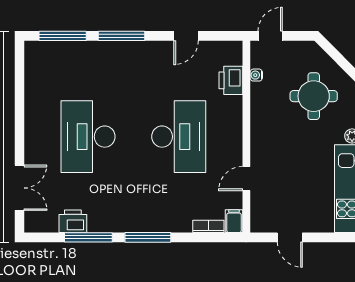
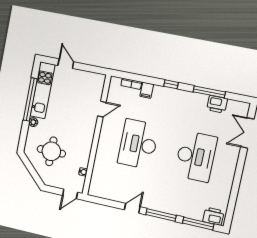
door: (186, 36) -> (132, 208), moved
printer: (231, 80) -> (213, 216), moved, turned -90
filing cabinet: (234, 221) -> (147, 90), moved
window: (148, 237) -> (171, 84), width x0.46
door: (290, 237) -> (66, 64), moved

